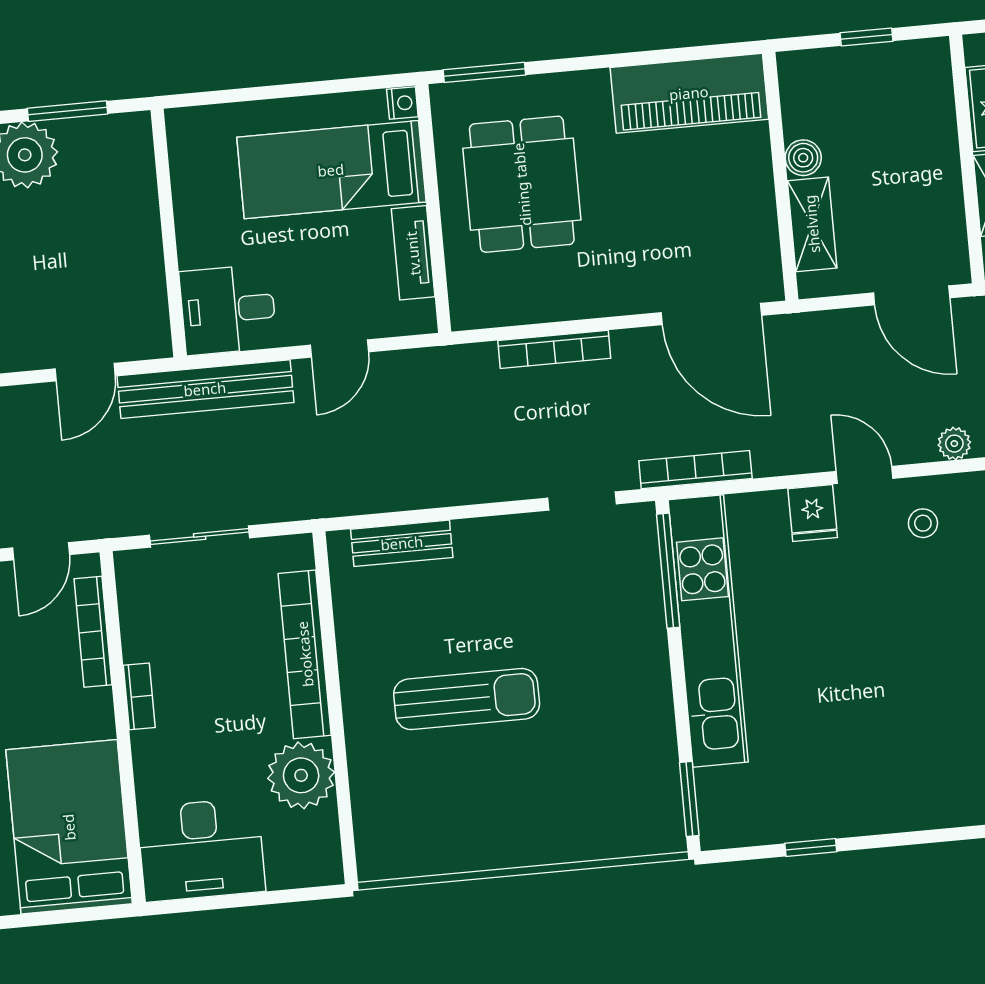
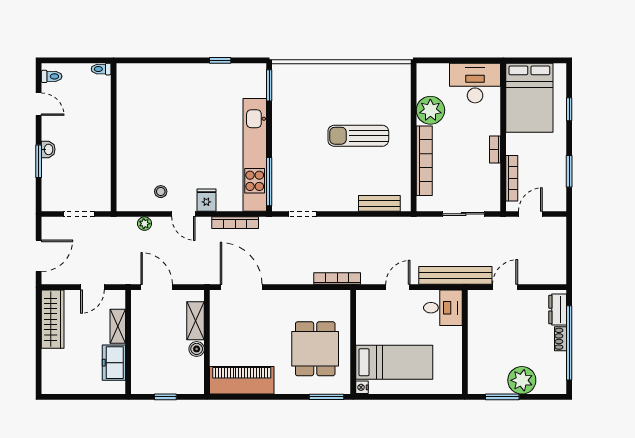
tv unit: (413, 253) -> (363, 324), removed
bookcase: (554, 349) -> (337, 278), moved
bookcase: (695, 470) -> (235, 223), moved

